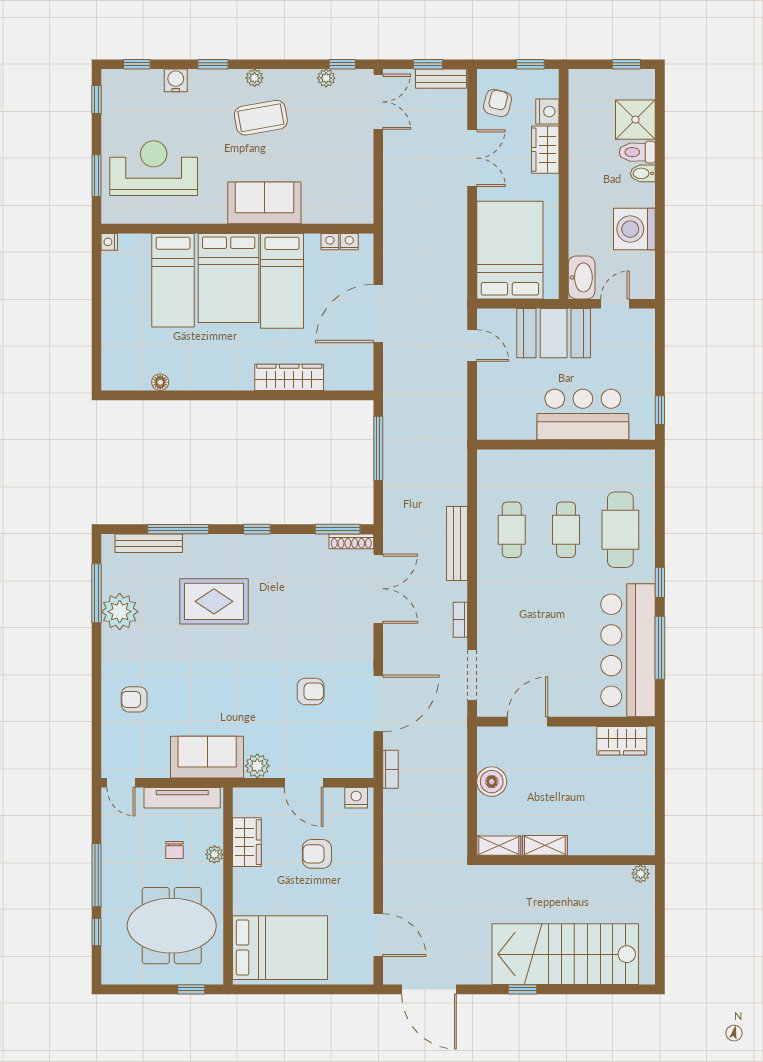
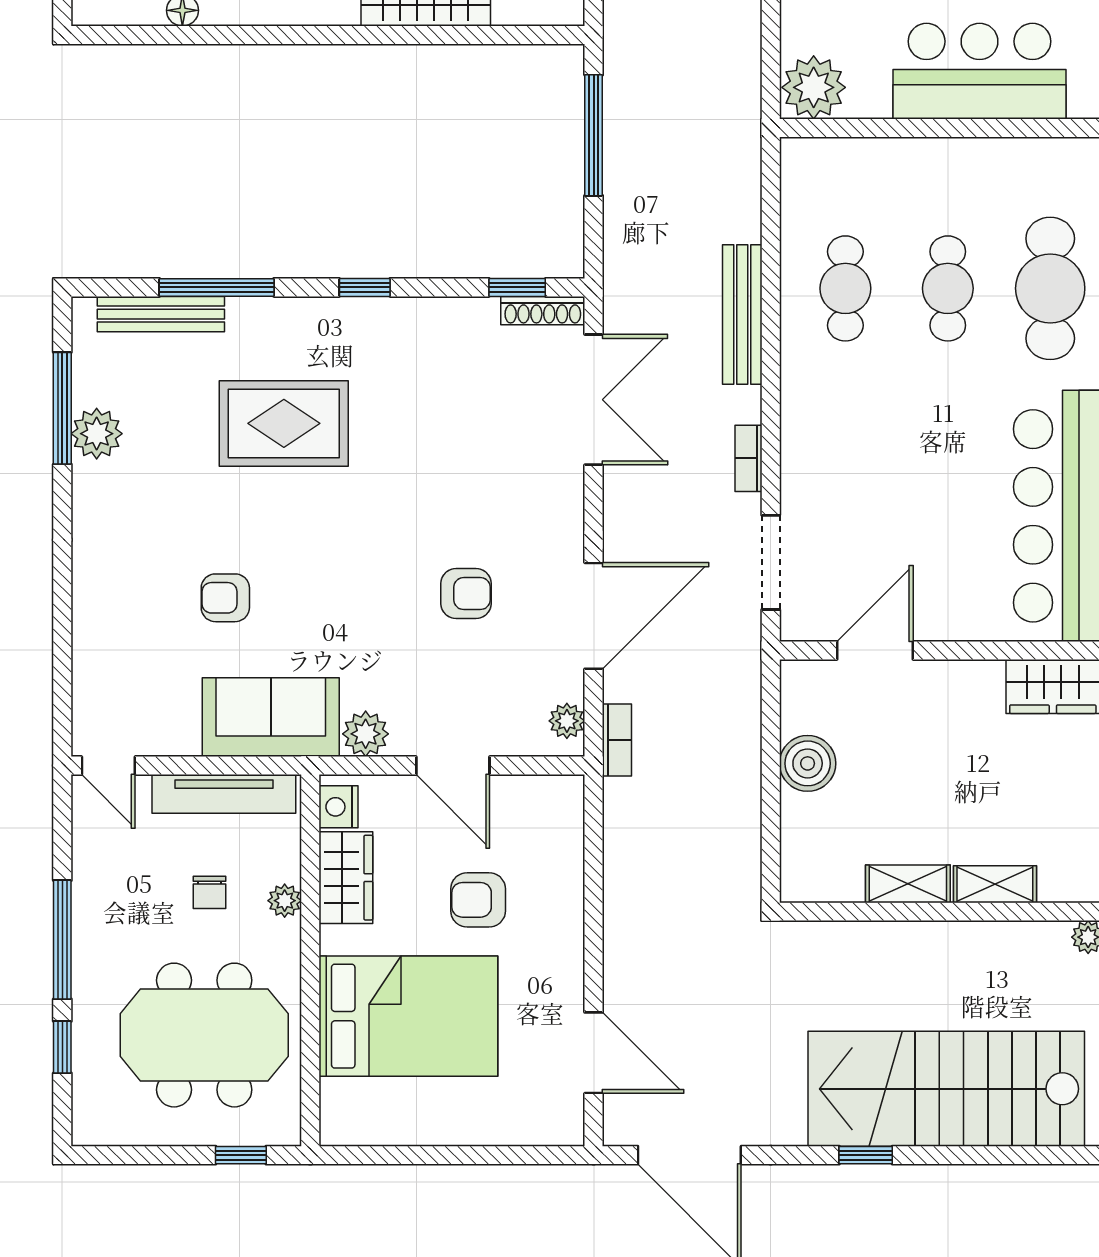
plant: (495, 423) -> (814, 87), added
window: (338, 529) -> (517, 287), width x0.67
plant: (120, 612) -> (97, 434), width x0.73, depth x0.73
armchair: (134, 699) -> (225, 598), moved
plant: (364, 759) -> (567, 721), added
nightstand: (356, 798) -> (339, 807), moved, turned -90
shelving: (499, 846) -> (995, 884), moved
bed: (280, 948) -> (408, 1016), moved

